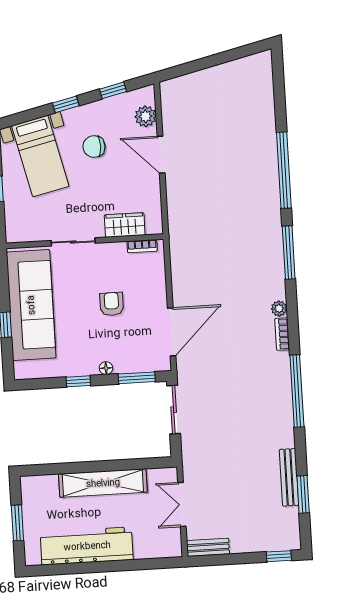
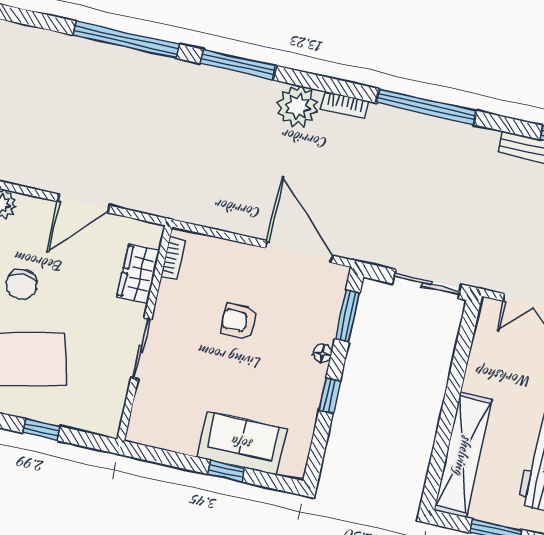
door: (161, 155) -> (84, 204), moved
sofa: (31, 305) -> (242, 443), width x0.54, depth x0.79
plant: (279, 309) -> (298, 106), width x1.87, depth x1.87
sliding door: (174, 410) -> (427, 284), moved
shelving: (103, 483) -> (463, 455), moved

